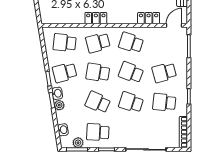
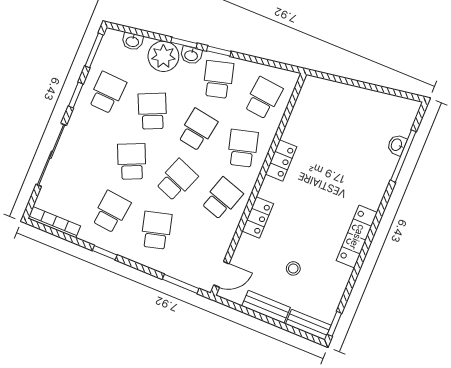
locker: (149, 18) -> (258, 217), moved
door: (174, 25) -> (221, 274), hinge flipped
school desk: (98, 102) -> (152, 111), turned -48
school desk: (131, 102) -> (132, 161), turned -42
plant: (59, 105) -> (163, 56), width x1.88, depth x1.88
plant: (78, 143) -> (104, 56), removed

